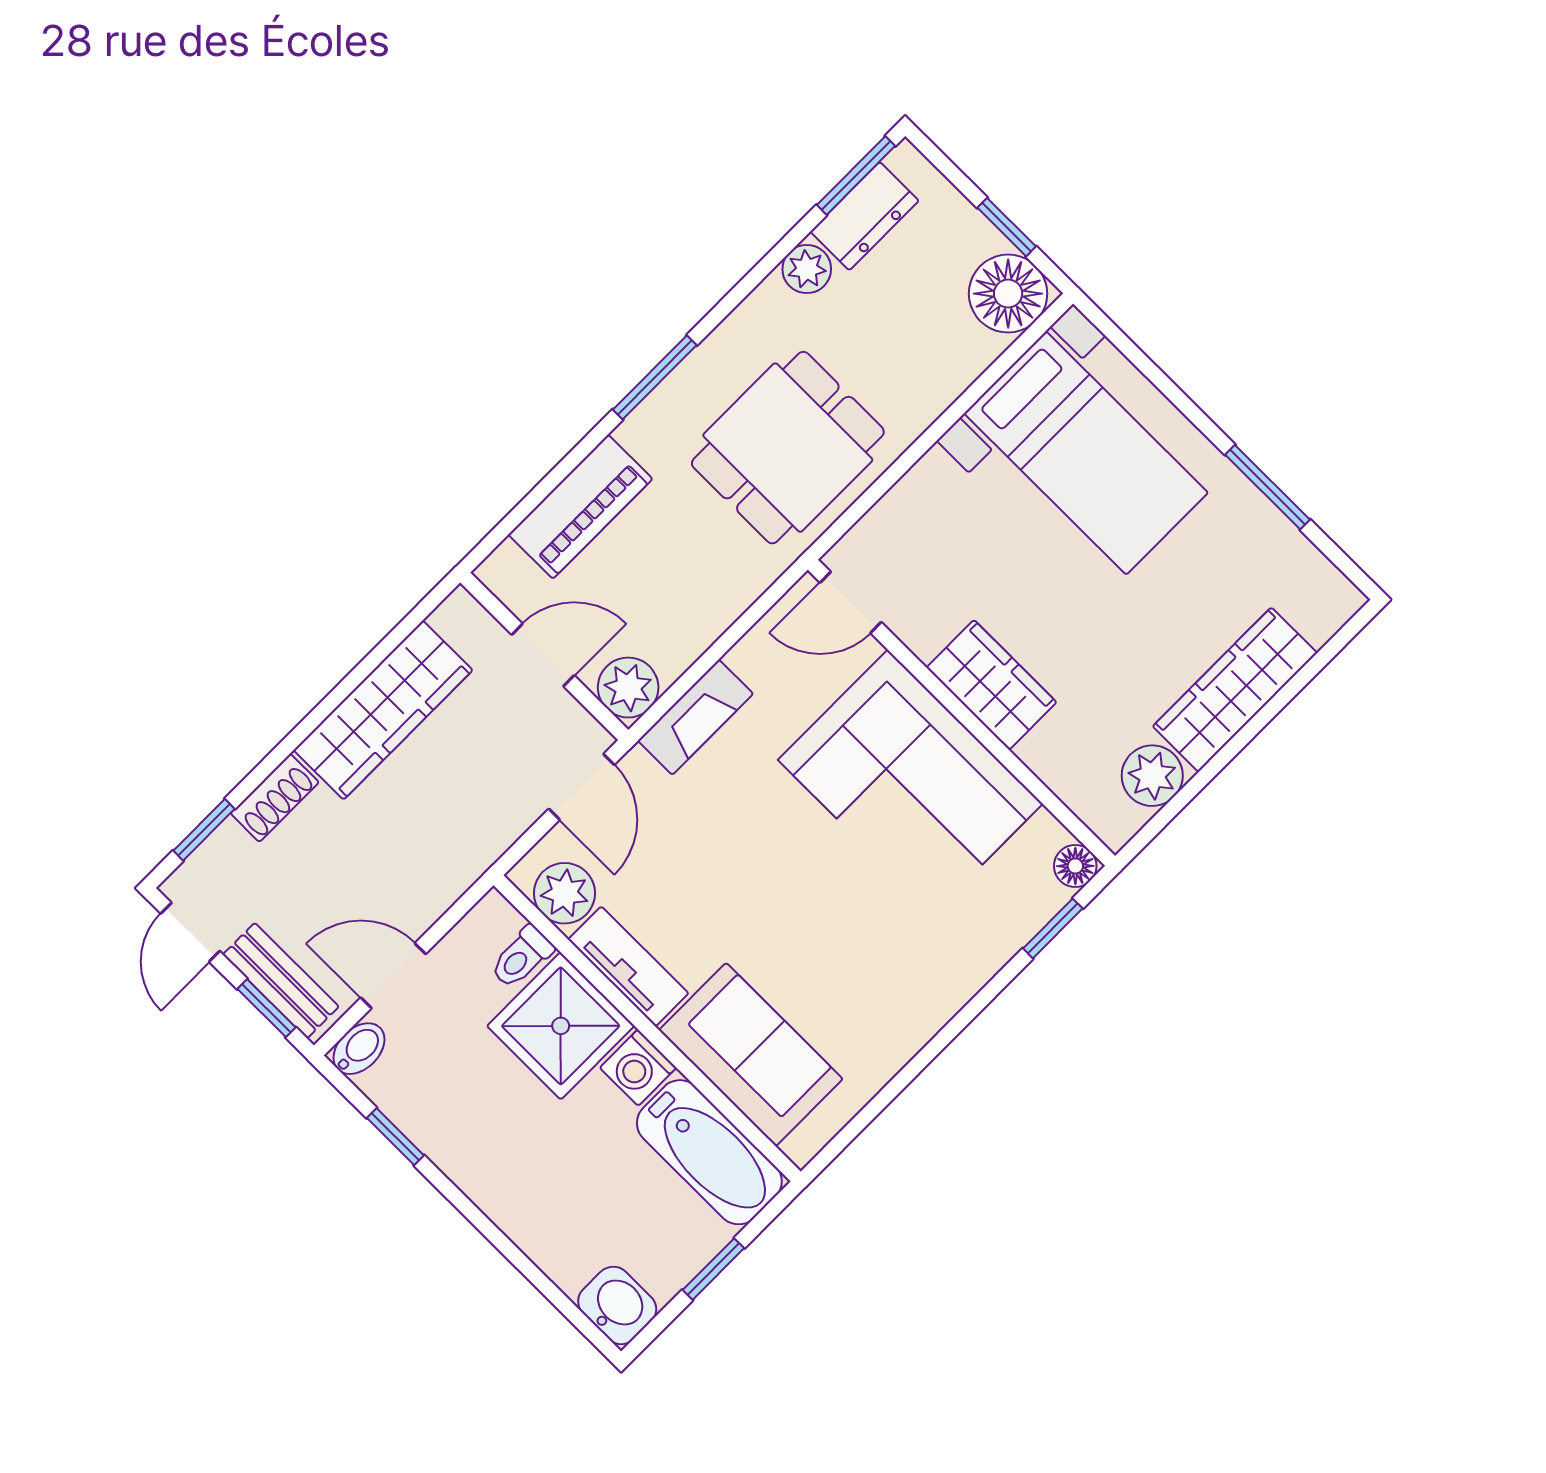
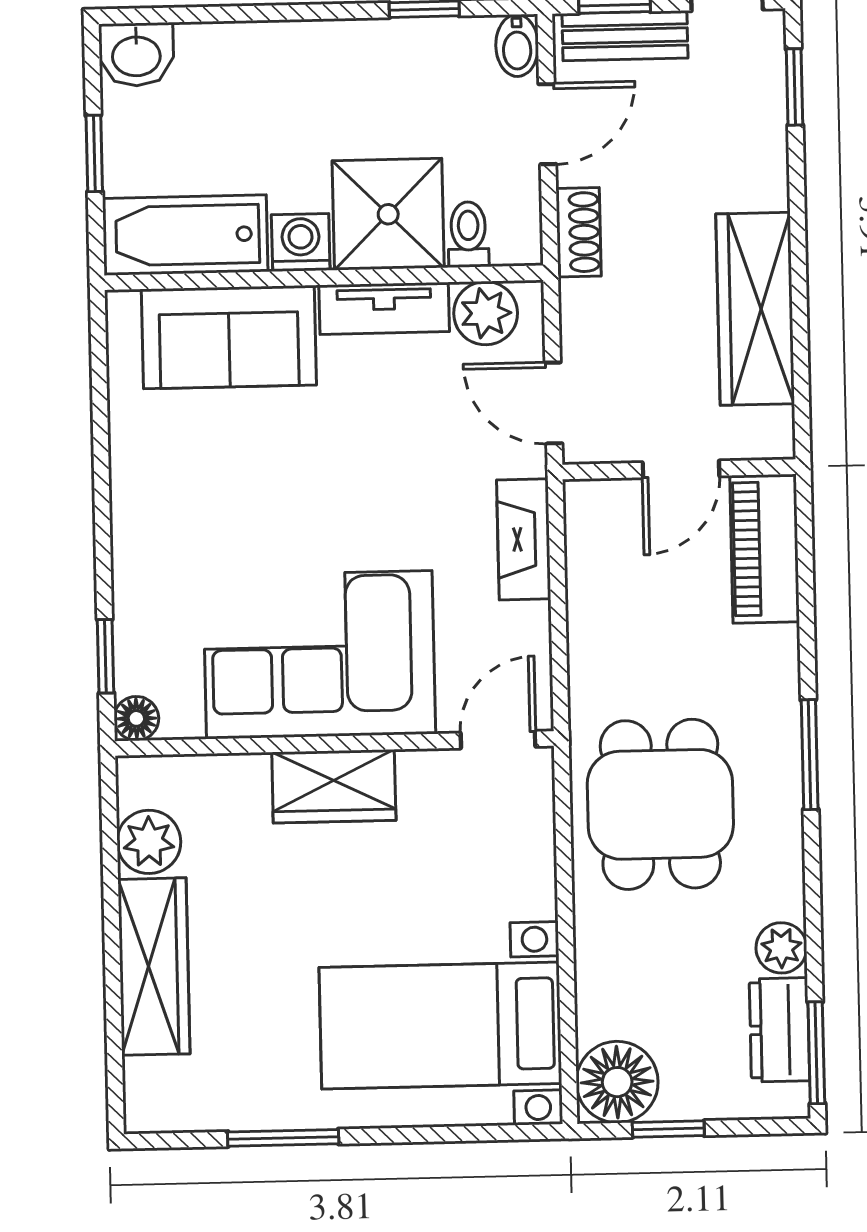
piano: (580, 507) -> (765, 549), moved
plant: (628, 688) -> (595, 510), removed
shoe rack: (275, 798) -> (578, 232), moved, turned 180

